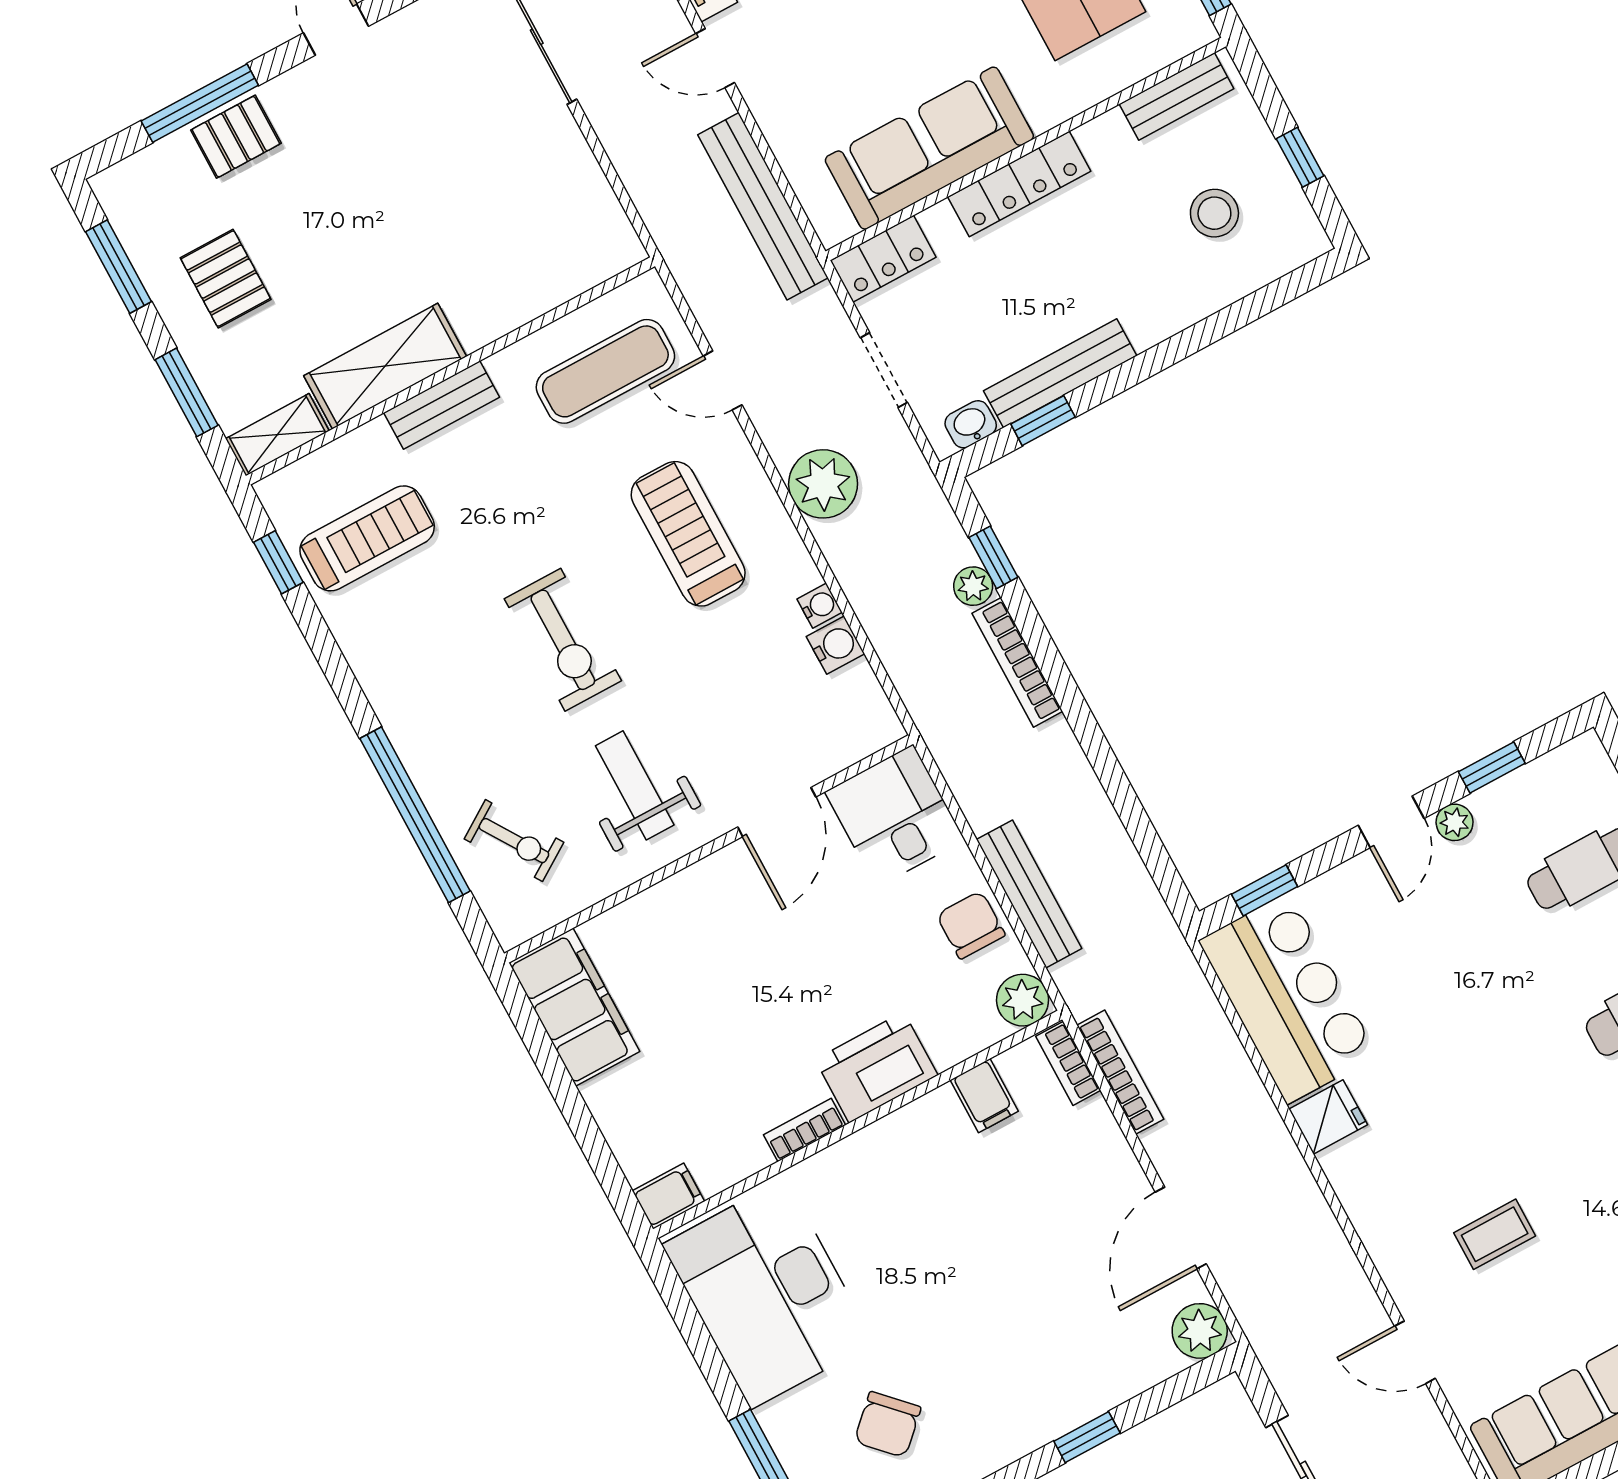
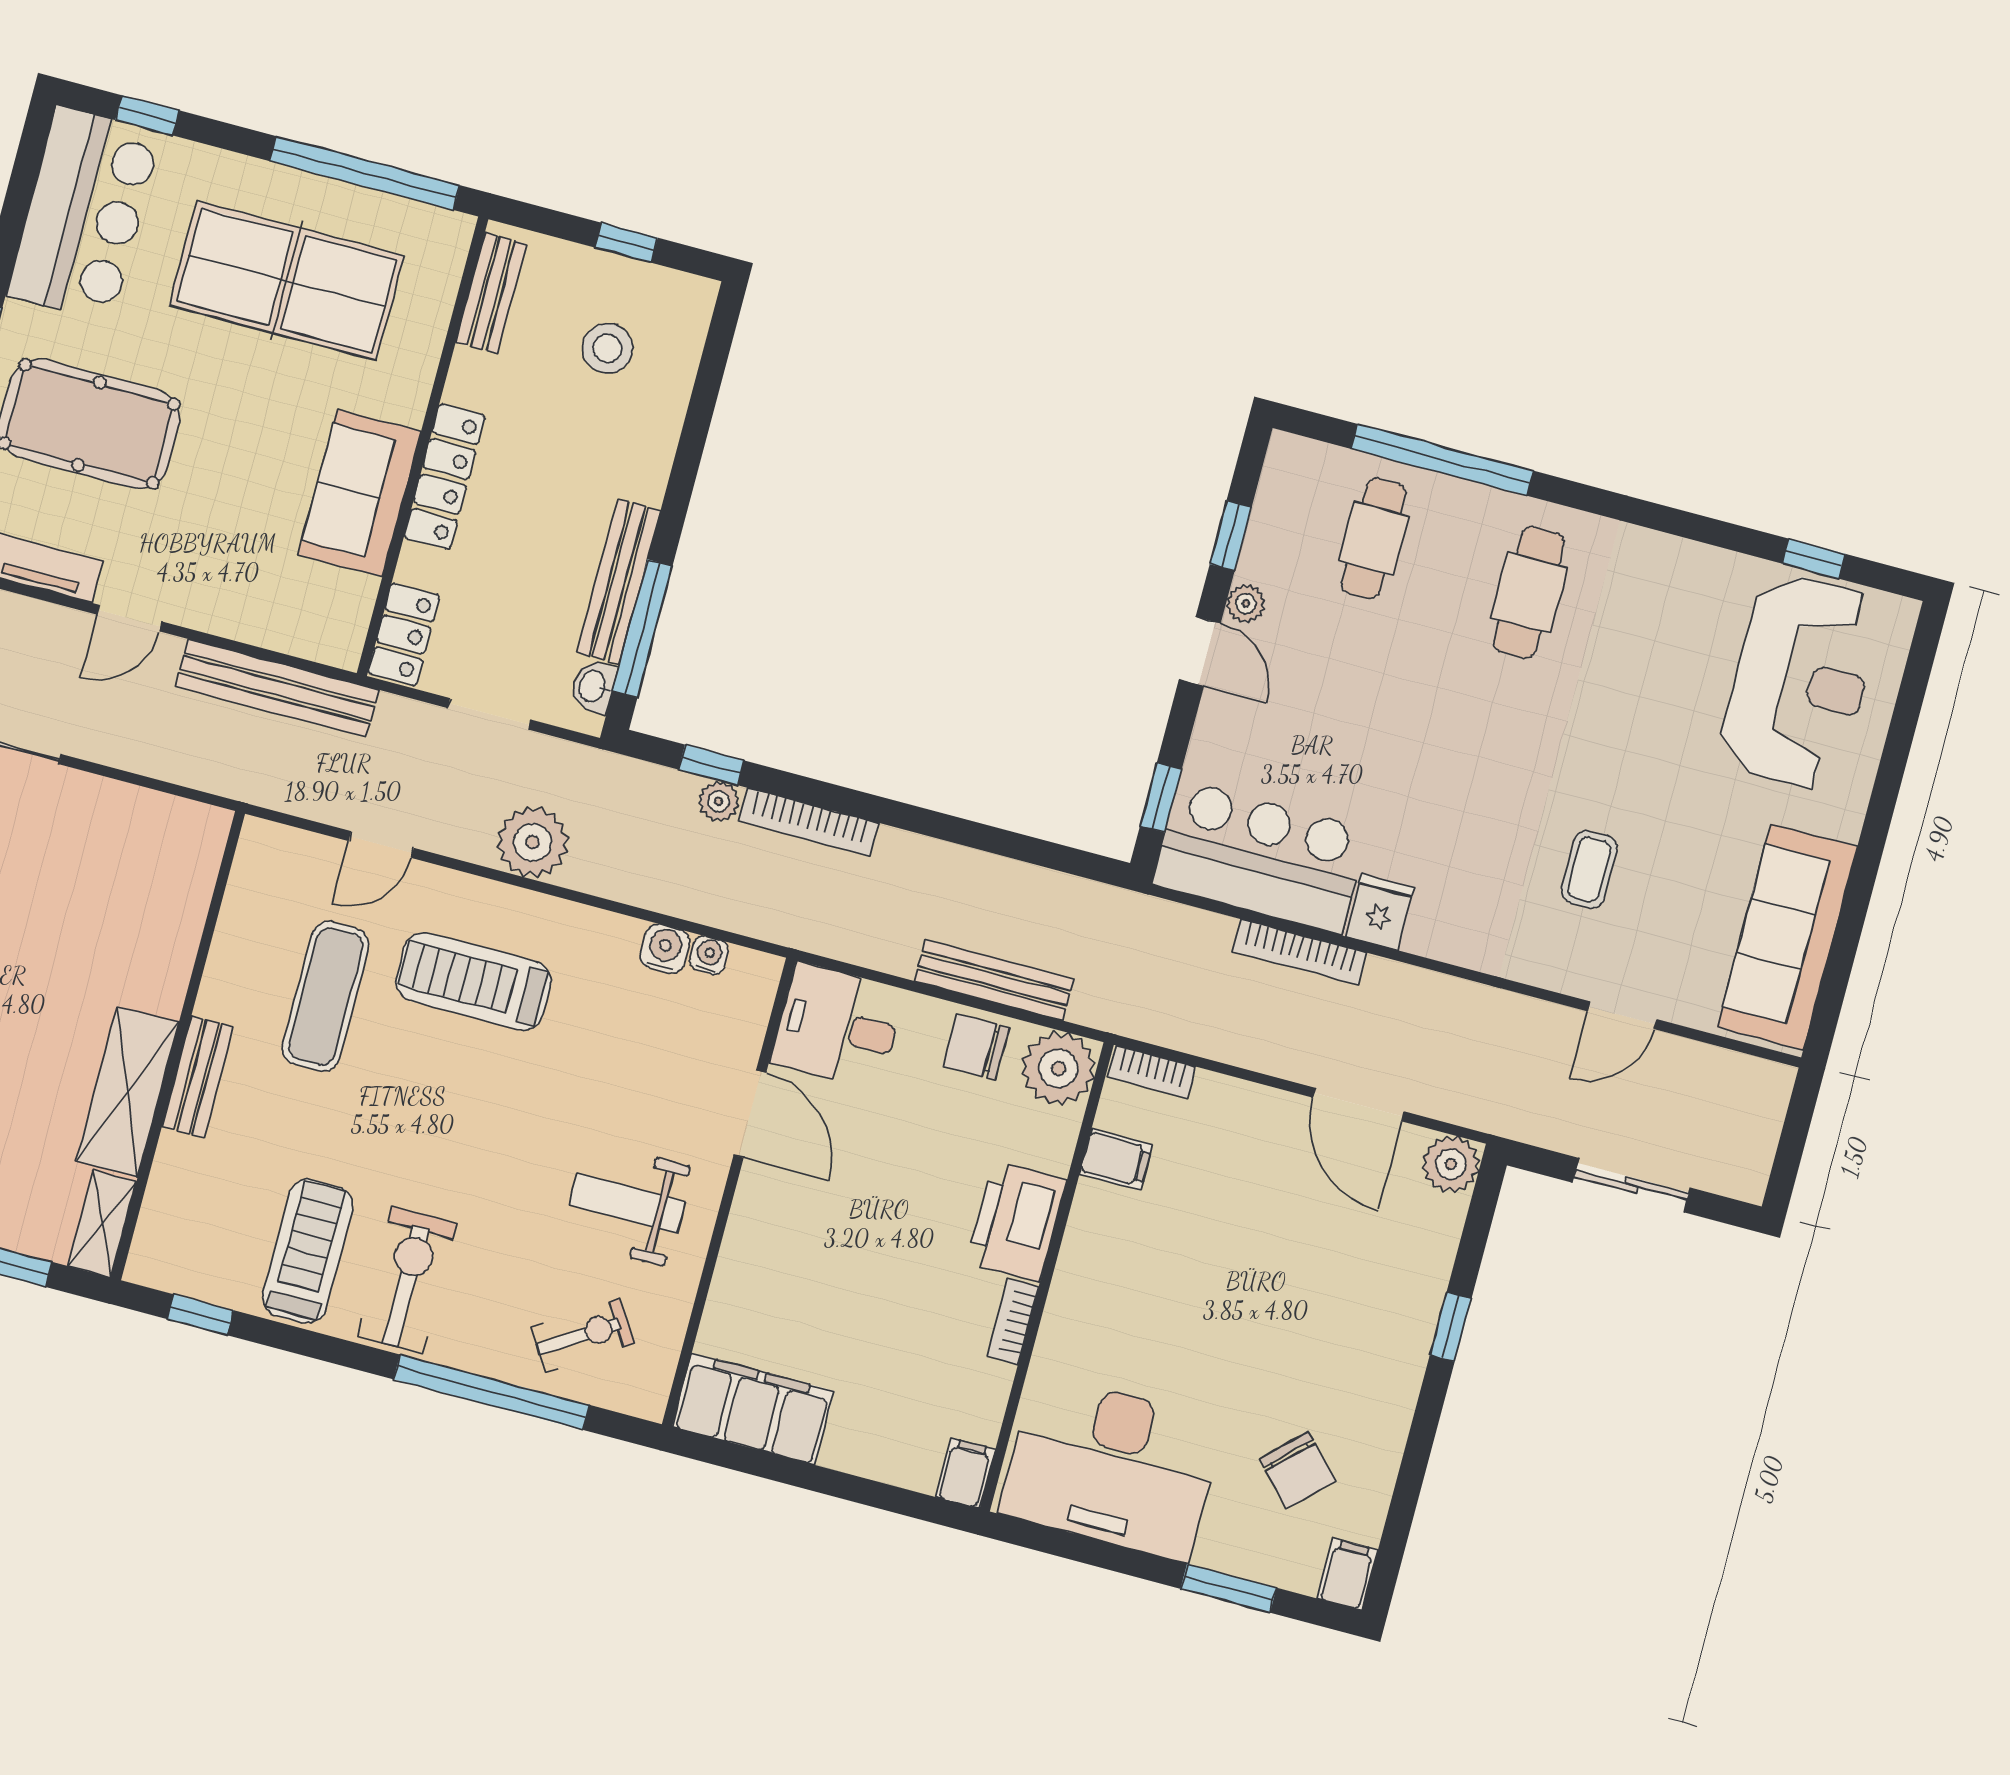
sofa: (929, 148) -> (360, 493), width x0.73
exercise mat: (605, 371) -> (326, 997), moved
window: (1043, 421) -> (642, 629), width x2.17
treadmill: (367, 538) -> (308, 1251), moved
water cooler: (820, 606) -> (709, 955), moved
exercise bike: (563, 640) -> (407, 1280), moved, turned -90
plant: (1023, 1000) -> (1058, 1068), width x1.36, depth x1.36
bookcase: (1120, 1072) -> (1299, 952), moved, turned 180

